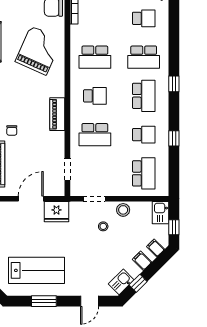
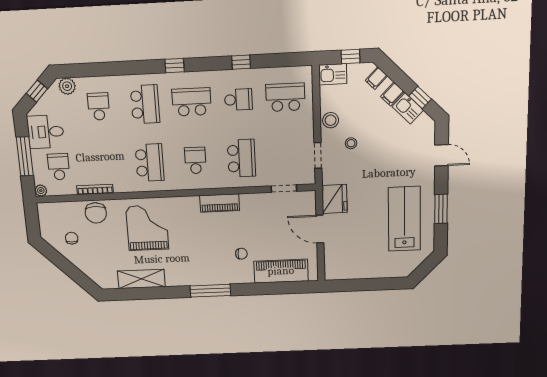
grand piano: (38, 51) -> (147, 228), turned 66
school desk: (144, 135) -> (238, 100), turned 90
kitchen sink: (121, 282) -> (408, 108), moved

